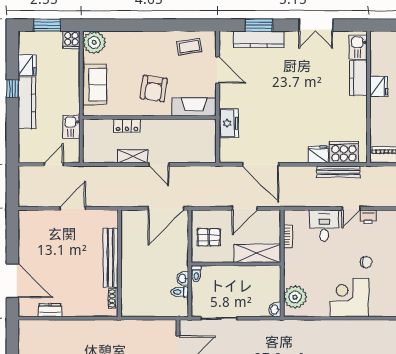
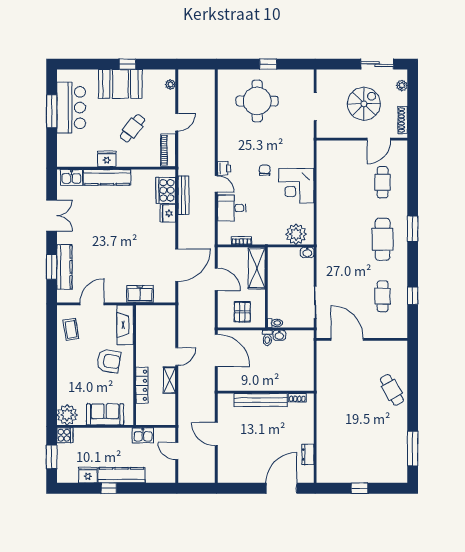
kitchen counter: (358, 78) -> (107, 177), width x1.50
locker: (127, 126) -> (142, 385), width x1.53
toilet: (180, 292) -> (267, 338), moved

